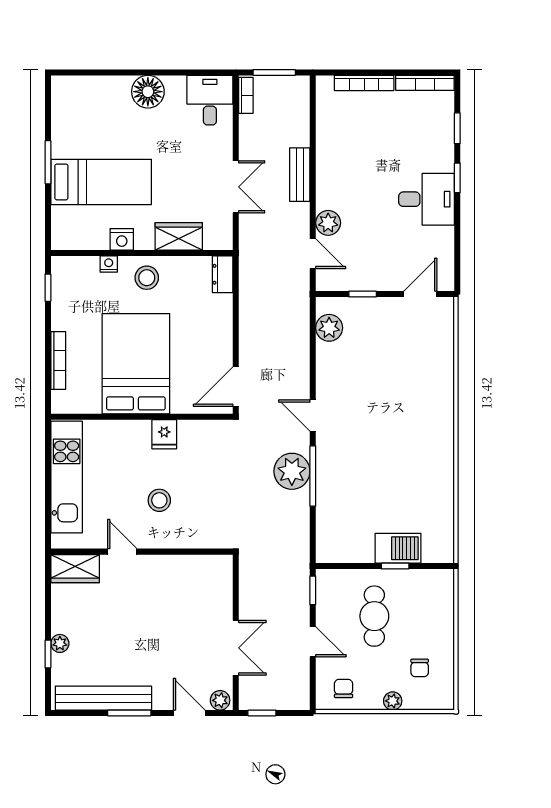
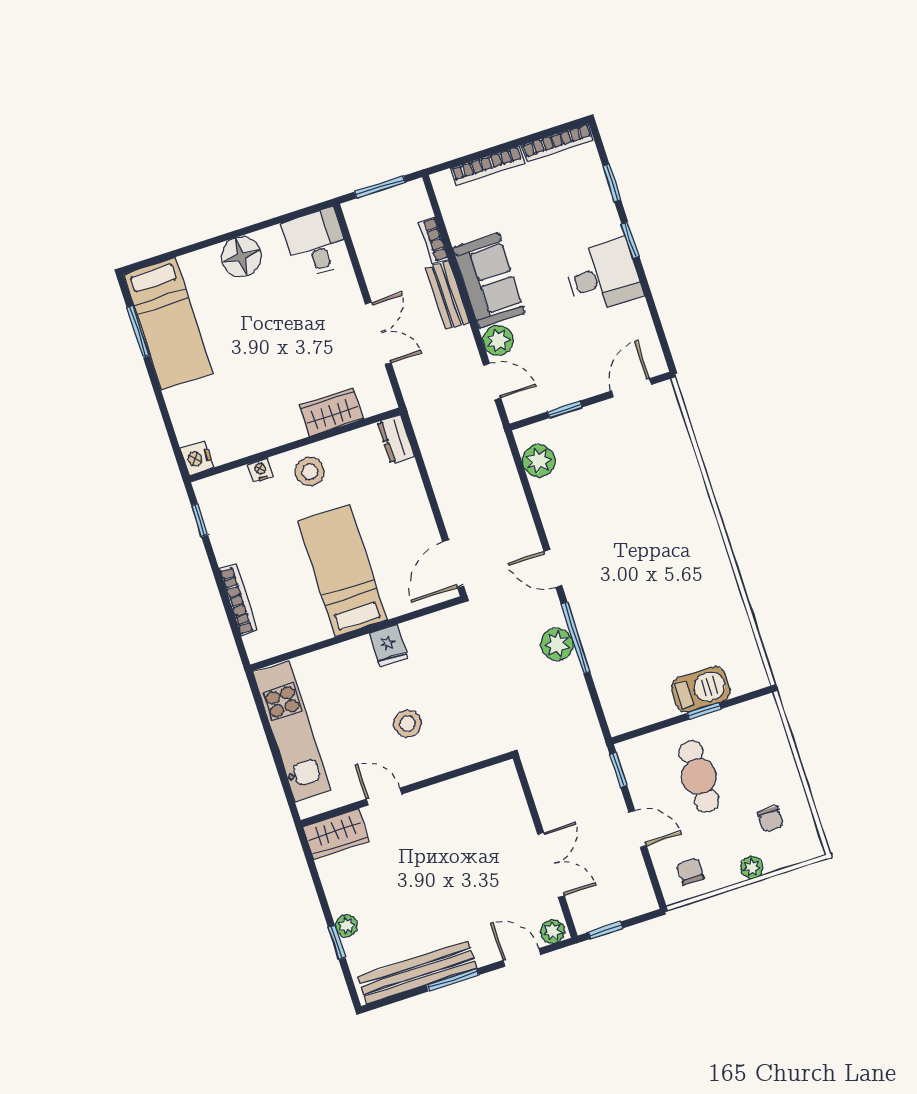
bookcase: (246, 95) -> (433, 240), moved, turned 180
window: (48, 162) -> (138, 332), moved
sofa: (336, 174) -> (489, 281), added
bed: (101, 182) -> (168, 324), moved, turned 90
nightstand: (122, 239) -> (197, 458), moved, turned 90
bed: (136, 364) -> (342, 571), width x0.67
plant: (292, 471) -> (557, 644), width x0.73, depth x0.73

